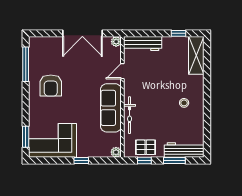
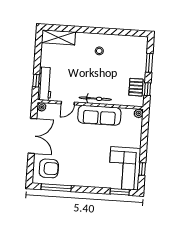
window: (178, 33) -> (36, 81), moved
door: (122, 71) -> (68, 103), hinge flipped
armchair: (51, 85) -> (49, 168), moved
bicycle: (130, 115) -> (95, 99), moved
workbench: (184, 150) -> (141, 54), removed
window: (81, 161) -> (142, 169), moved

